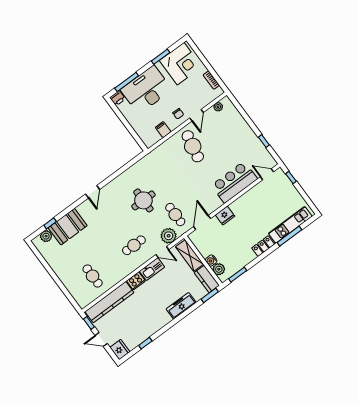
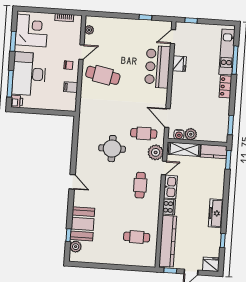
door: (197, 115) -> (81, 52), hinge flipped
fridge: (225, 216) -> (179, 64), moved
water cooler: (211, 261) -> (179, 134), moved
plant: (219, 269) -> (191, 134), moved
freezer: (181, 306) -> (216, 213), moved

